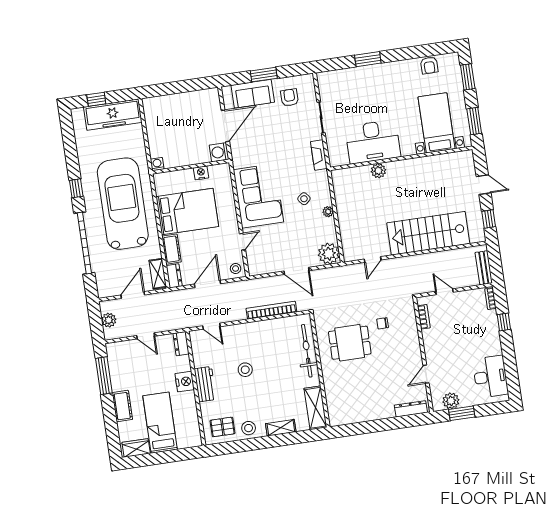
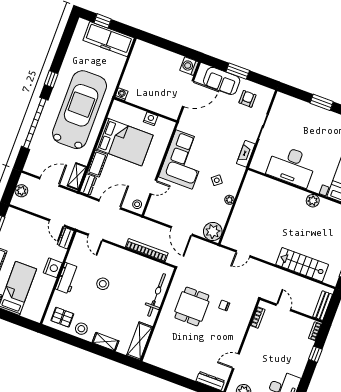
washing machine: (219, 152) -> (189, 66), moved
plant: (378, 171) -> (313, 201), moved
stairs: (428, 233) -> (302, 265), width x0.73, depth x0.66
door: (146, 336) -> (57, 223), moved
dining table: (350, 343) -> (192, 306), turned 90

